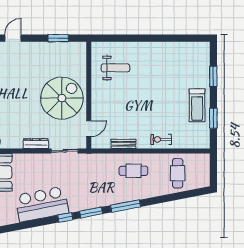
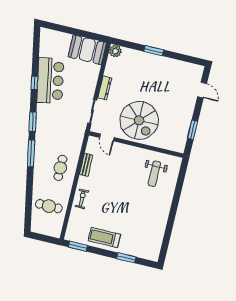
window: (213, 118) -> (78, 246), moved
window: (65, 217) -> (34, 83), moved

